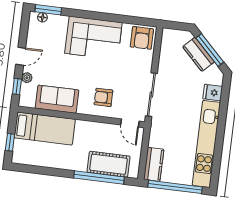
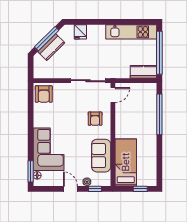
corner sofa: (93, 38) -> (49, 149), moved
armchair: (142, 38) -> (44, 94), turned 90
kitchen unit: (206, 144) -> (131, 32), width x0.73
cot: (109, 164) -> (148, 108), removed

